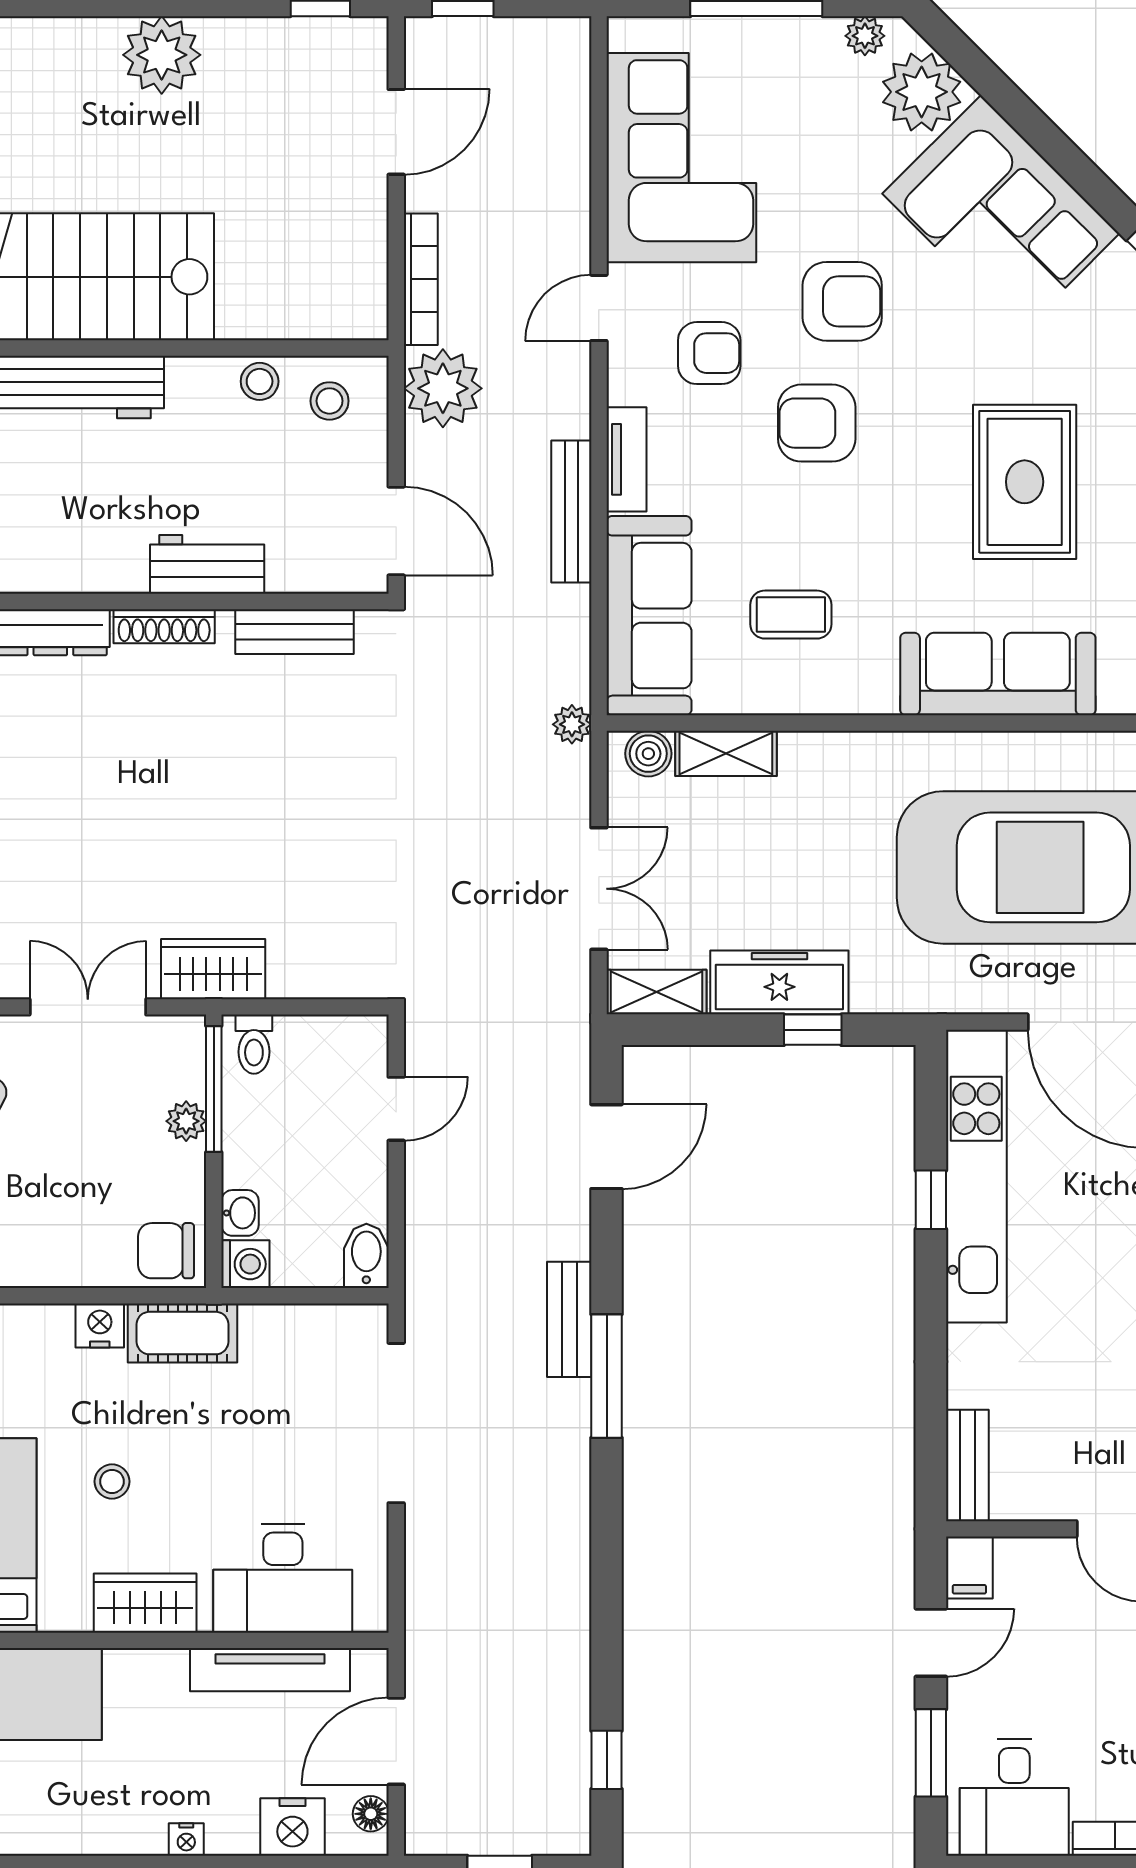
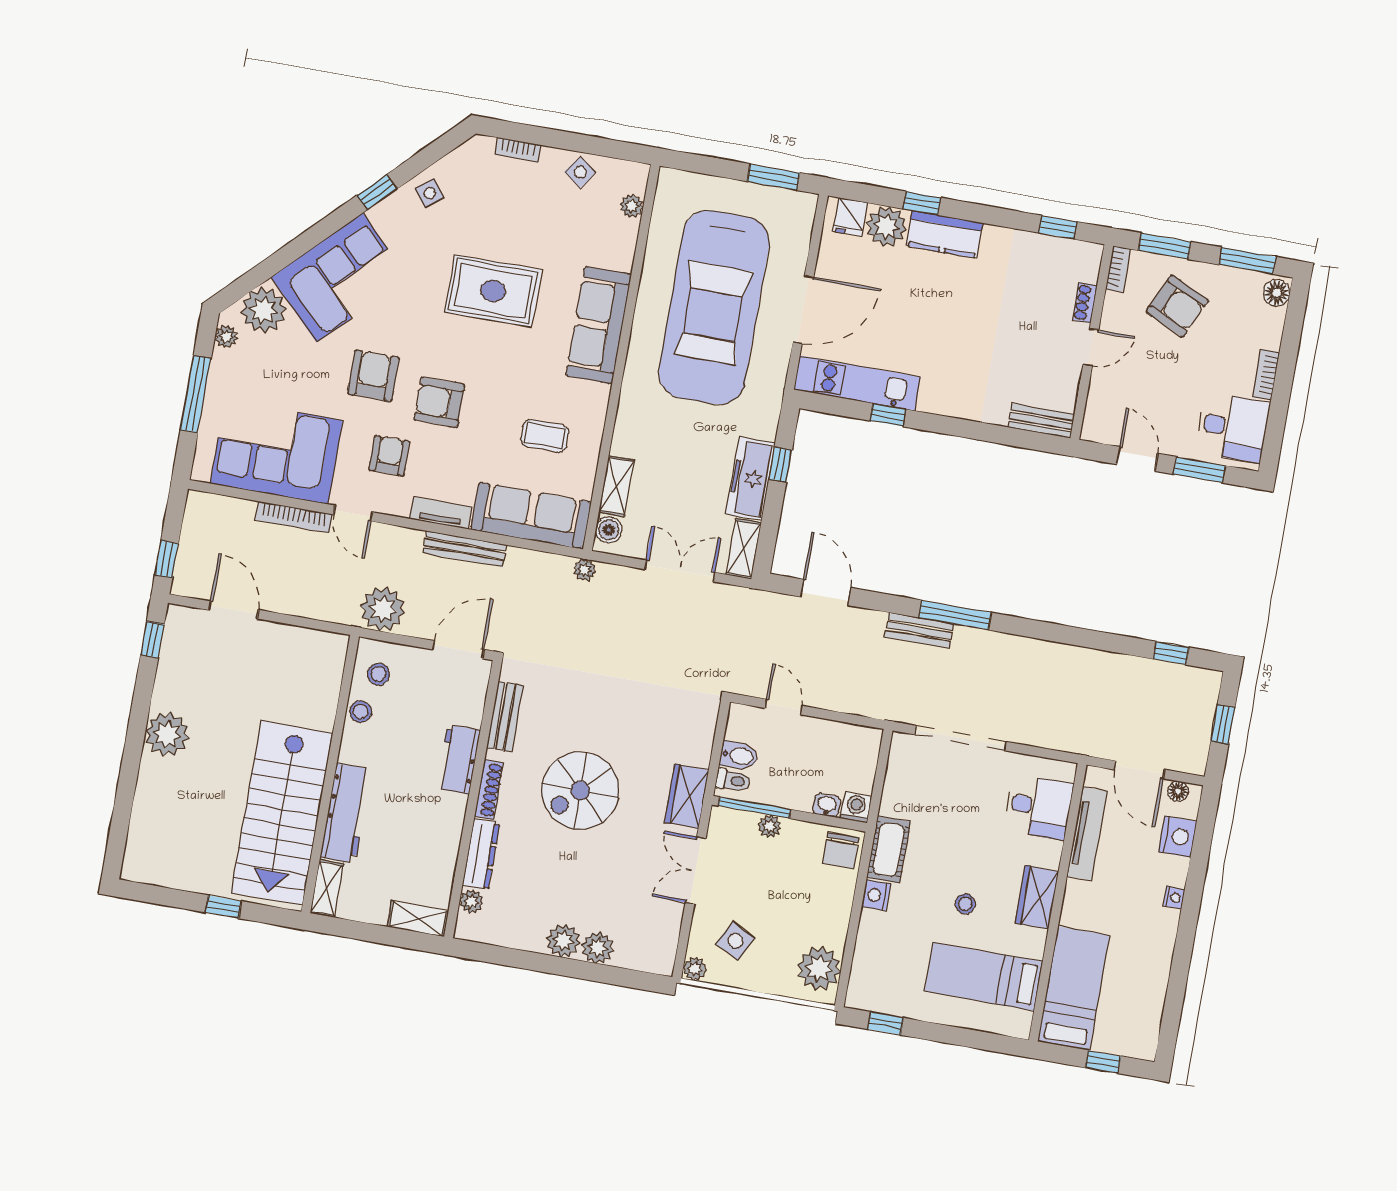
bookcase: (421, 279) -> (294, 517), moved, turned 180
armchair: (817, 423) -> (439, 402), turned 90
coffee table: (791, 615) -> (545, 436), turned 90
spiral stairs: (190, 784) -> (580, 791), added
kitchen unit: (976, 1176) -> (857, 383), width x0.73
bidet: (366, 1256) -> (739, 756), moved, turned 180
filing cabinet: (969, 1568) -> (1099, 430), removed
desk: (283, 1578) -> (1038, 807), width x0.73

